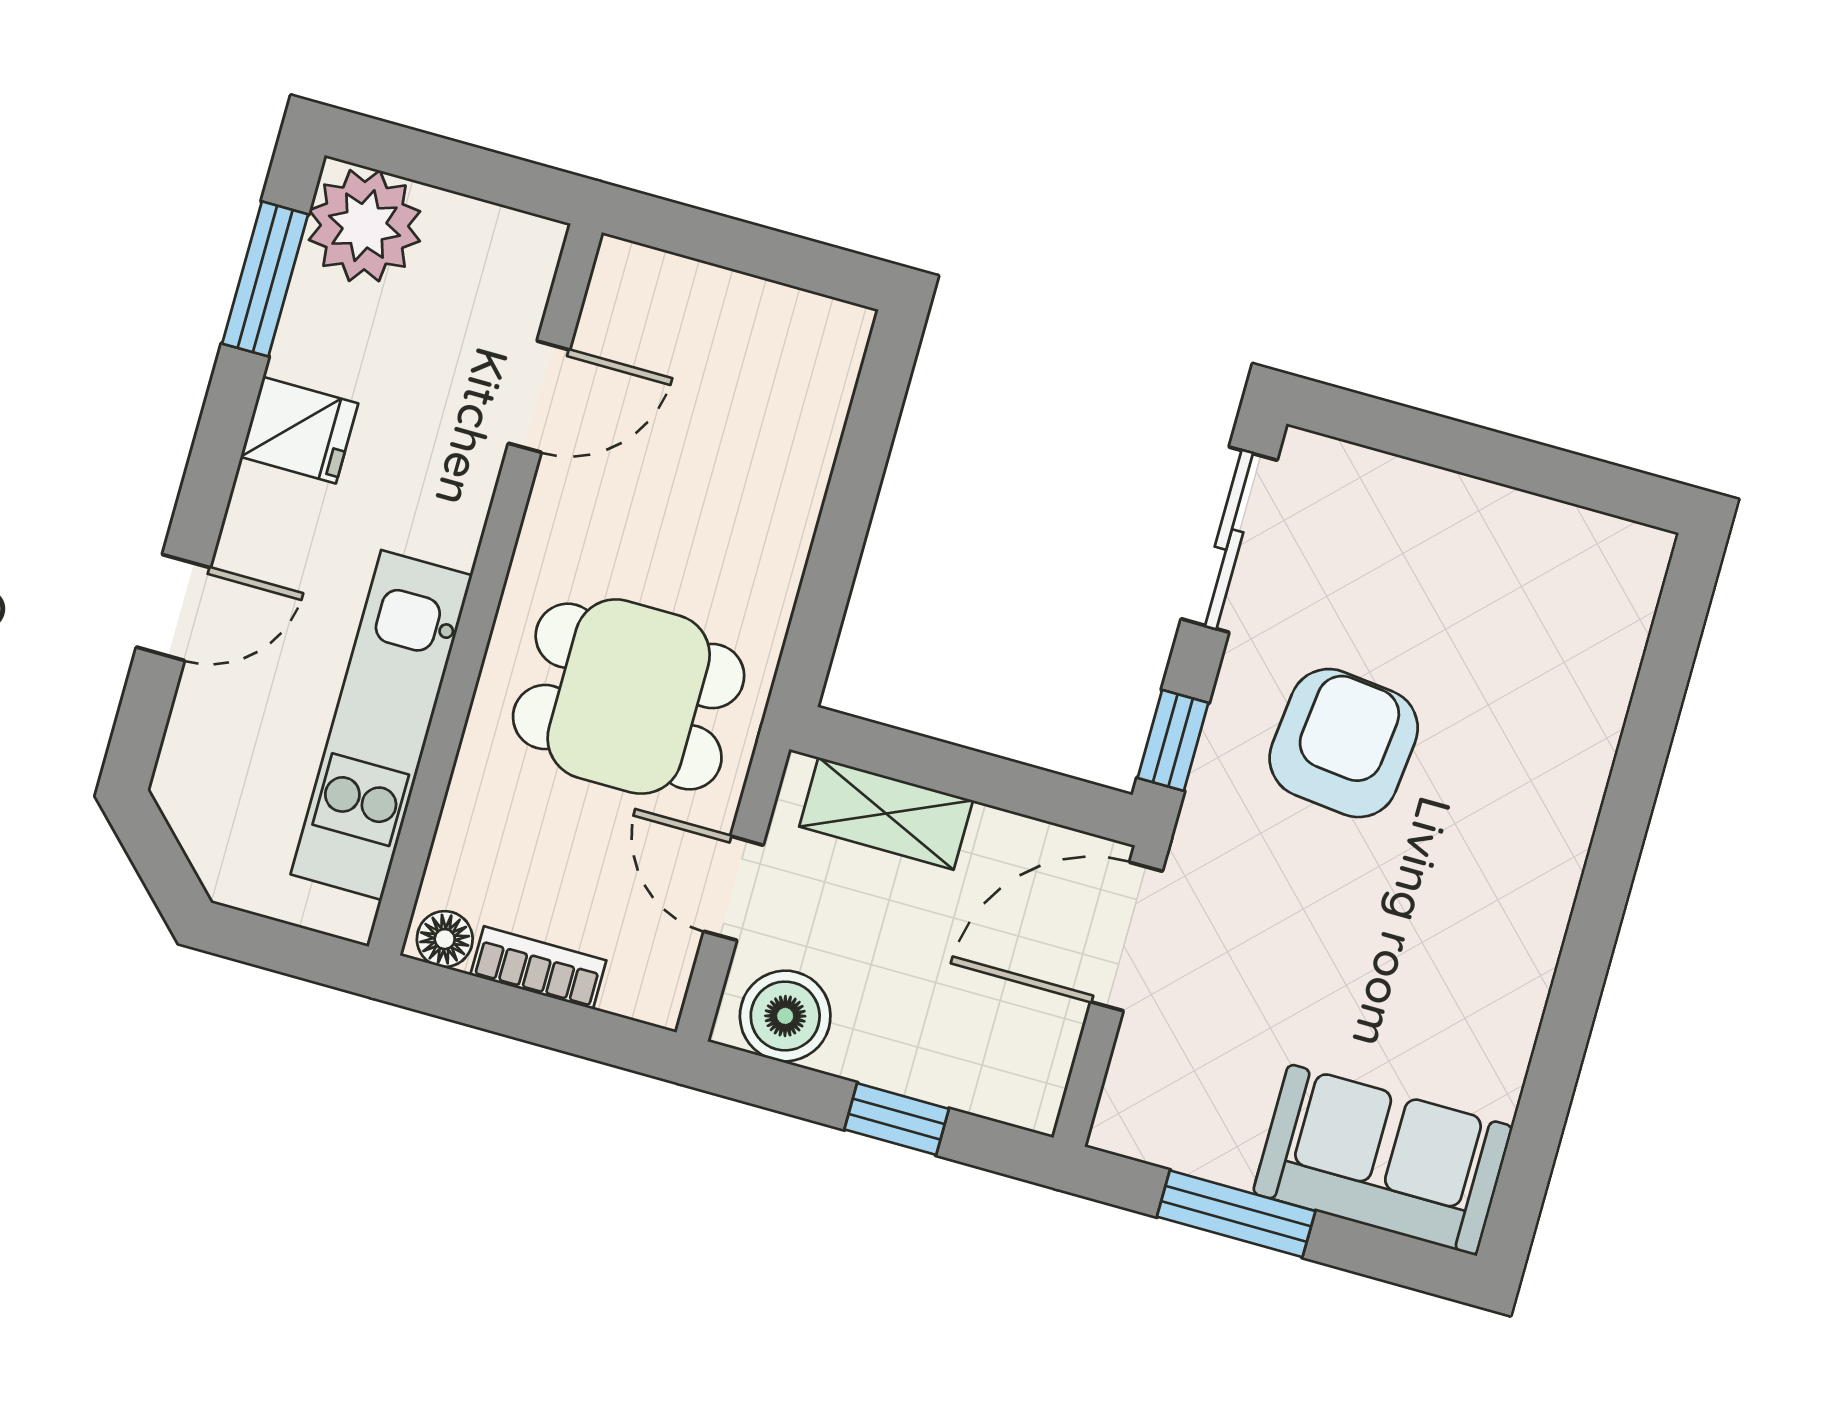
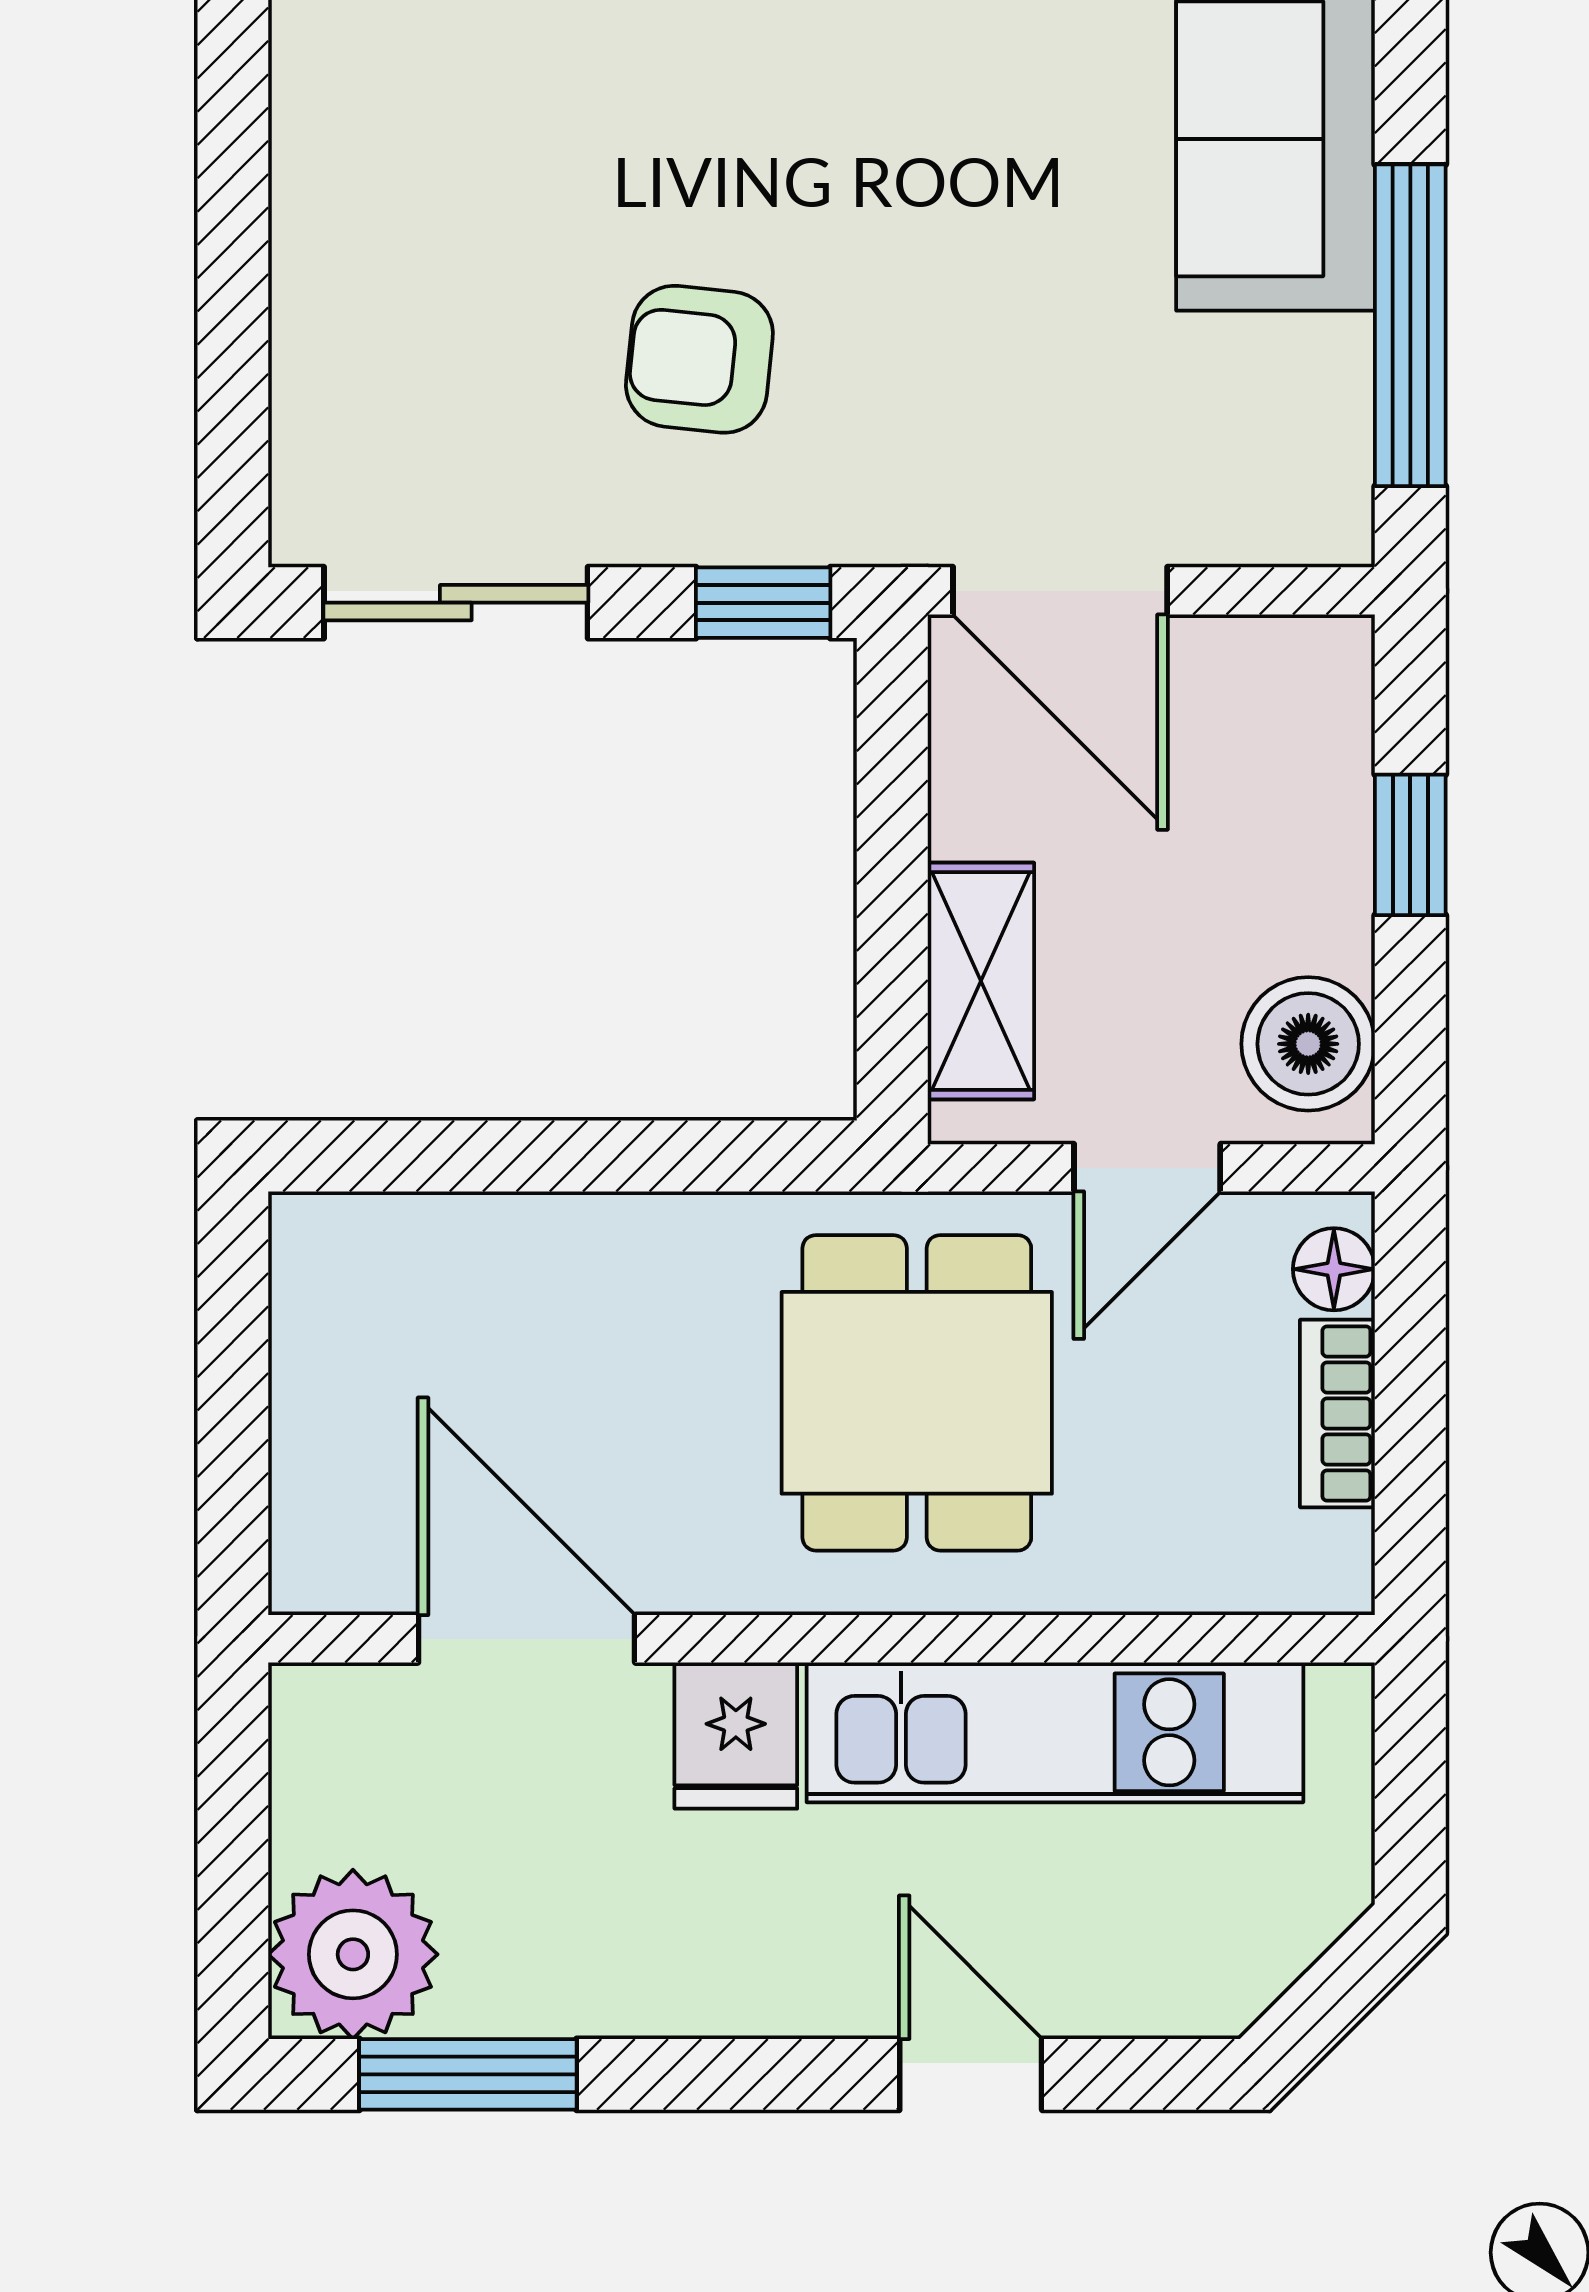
door: (539, 397) -> (527, 1639), width x1.38
fridge: (299, 430) -> (736, 1736), moved, turned 180
armchair: (1344, 743) -> (699, 359), width x0.72, depth x0.72
floor lamp: (445, 939) -> (1334, 1269), moved
window: (1236, 1214) -> (1410, 325), width x1.44

